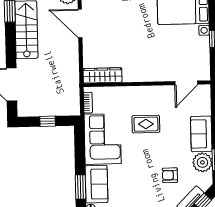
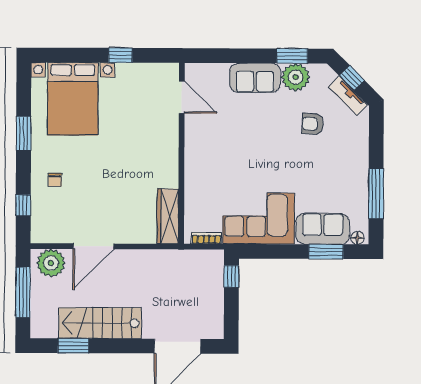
window: (48, 121) -> (231, 276), moved
rug: (146, 124) -> (239, 156), removed
armchair: (170, 175) -> (313, 124), turned 93

